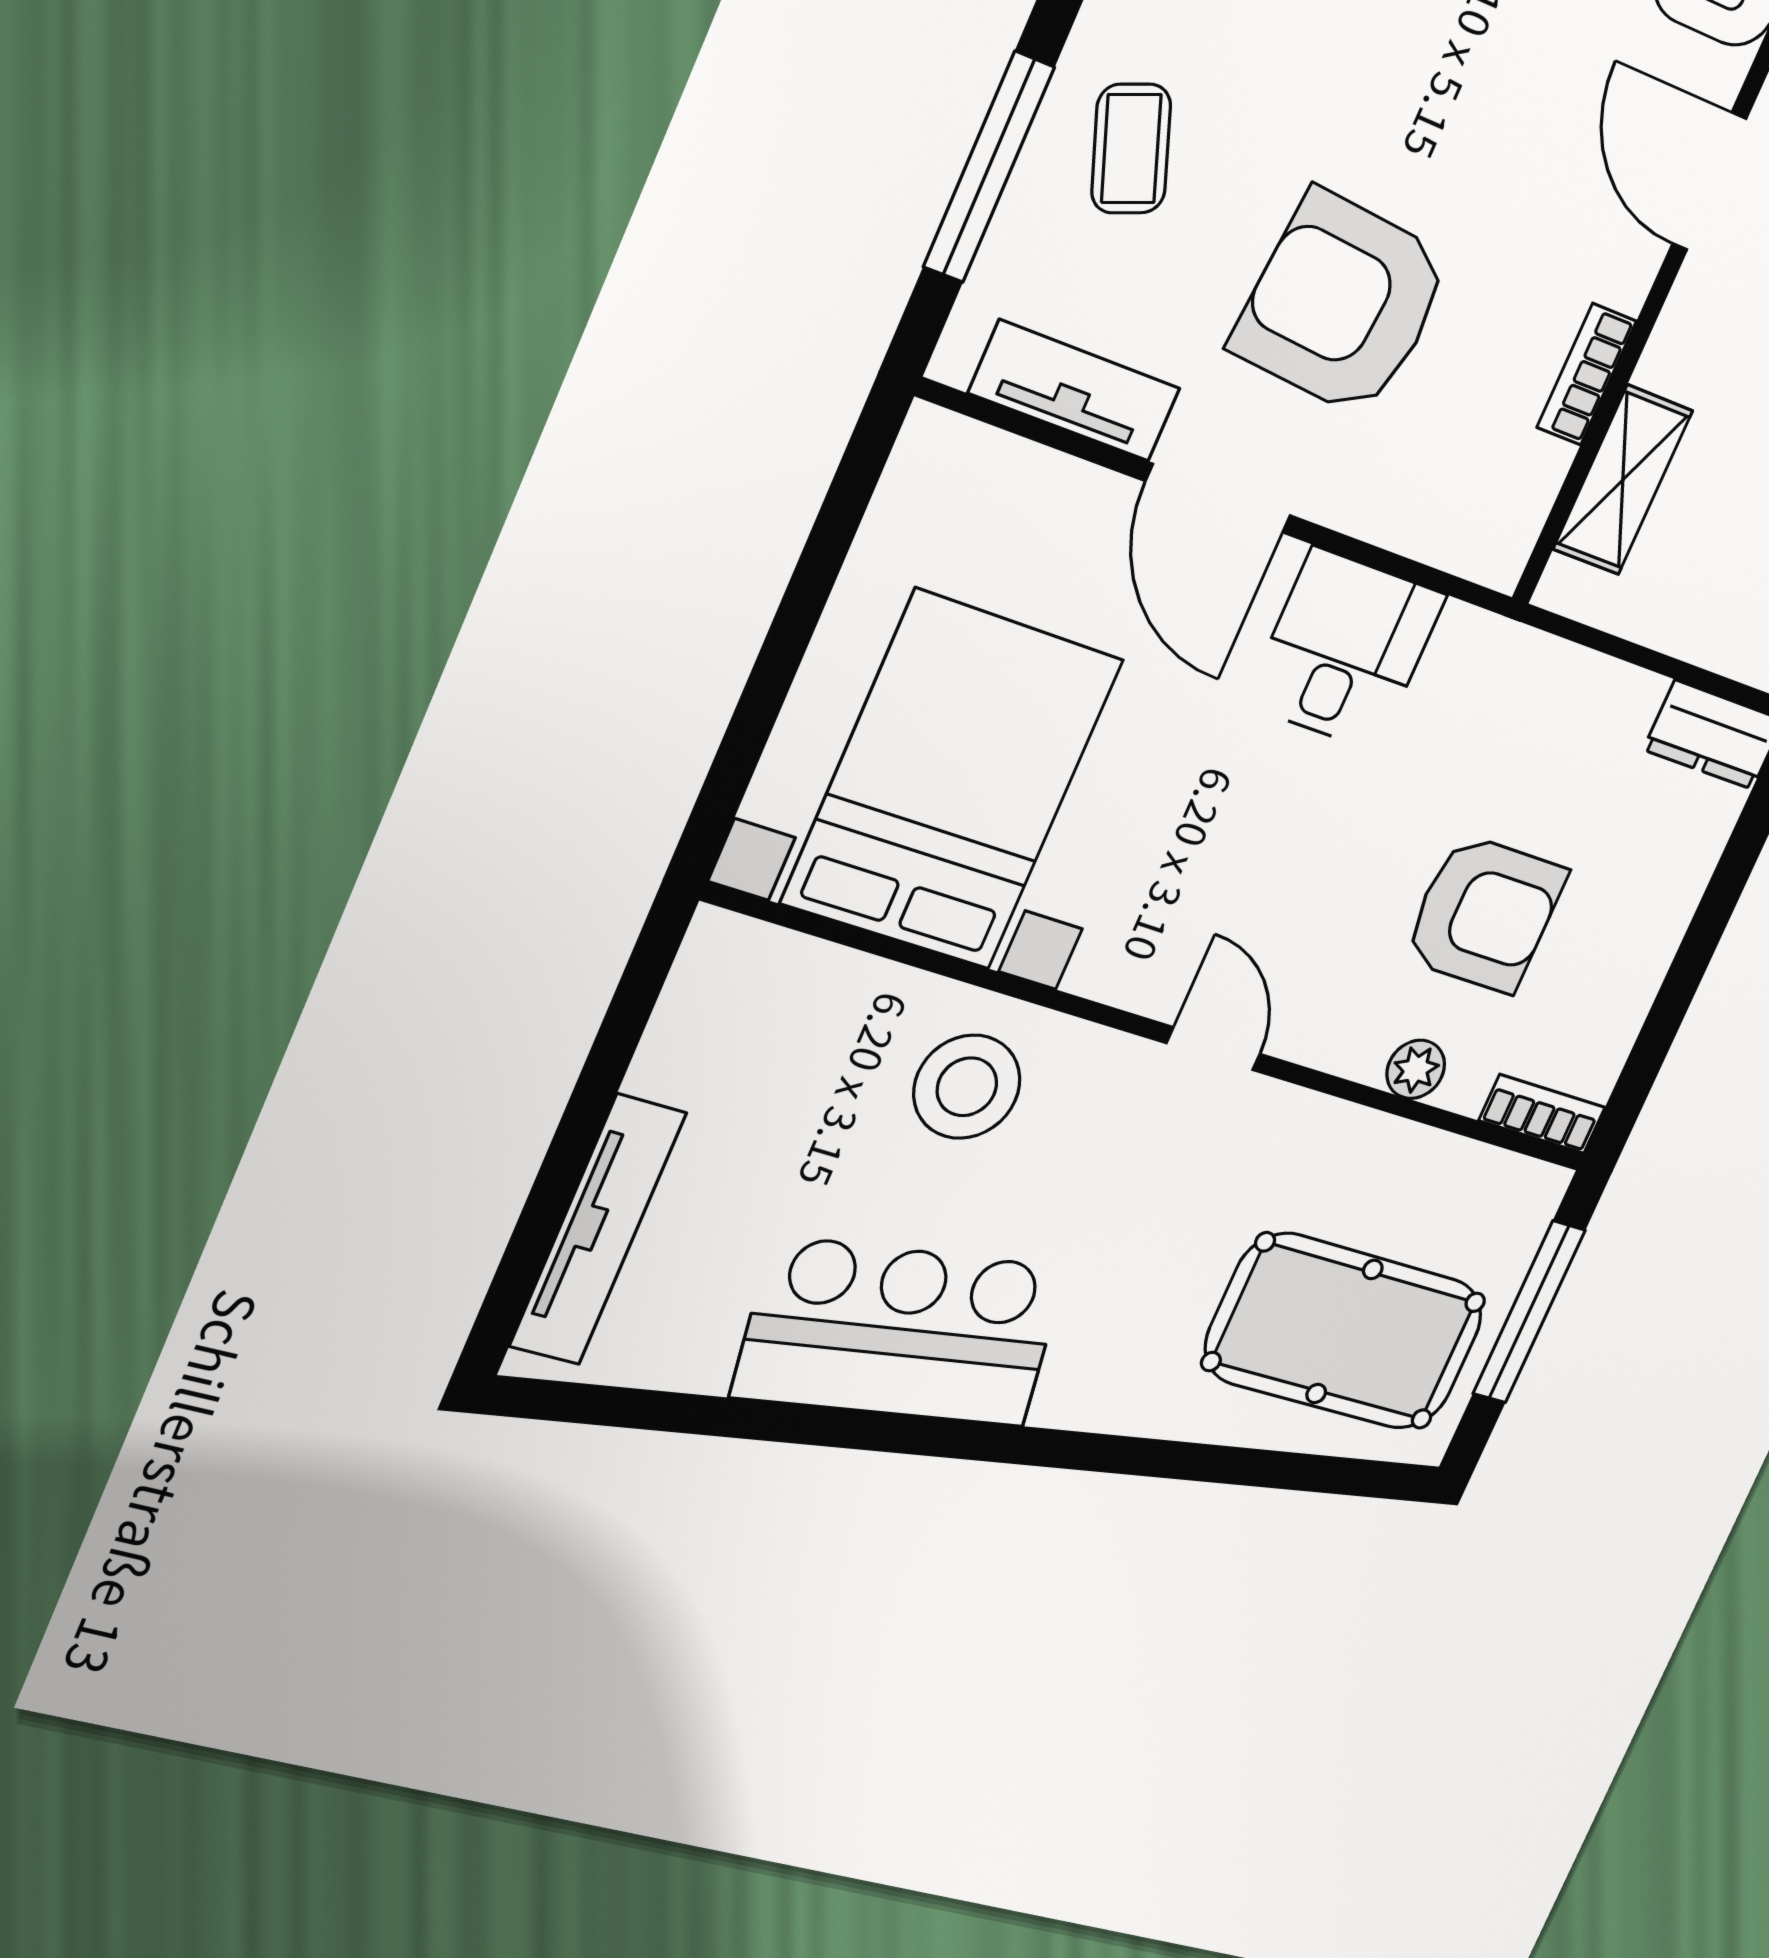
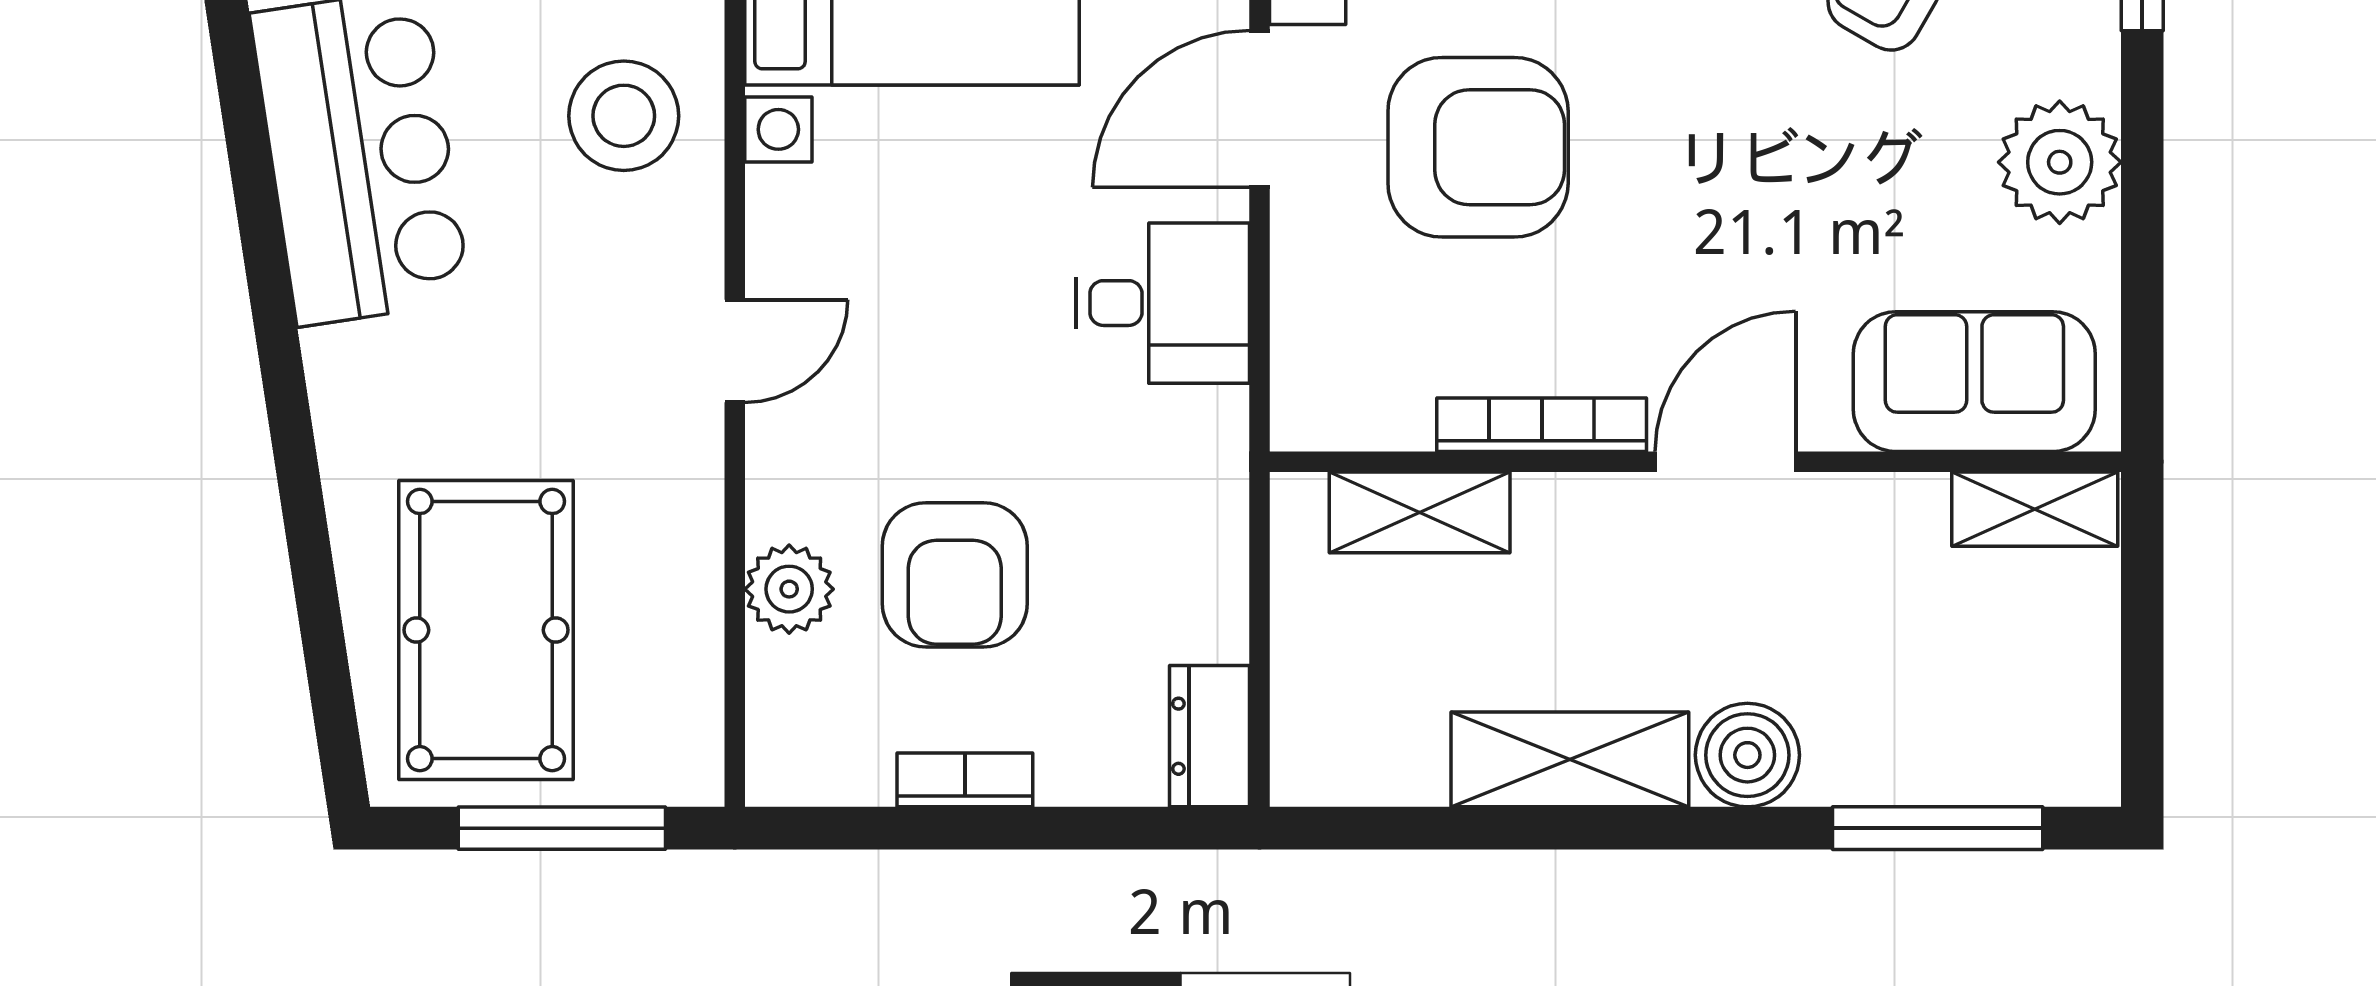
armchair: (1342, 304) -> (1478, 147), turned 85
bookcase: (1587, 374) -> (1542, 425), width x1.56
plant: (1416, 1069) -> (789, 589), width x1.38, depth x1.38
bookcase: (1542, 1114) -> (965, 780), moved, turned -90

